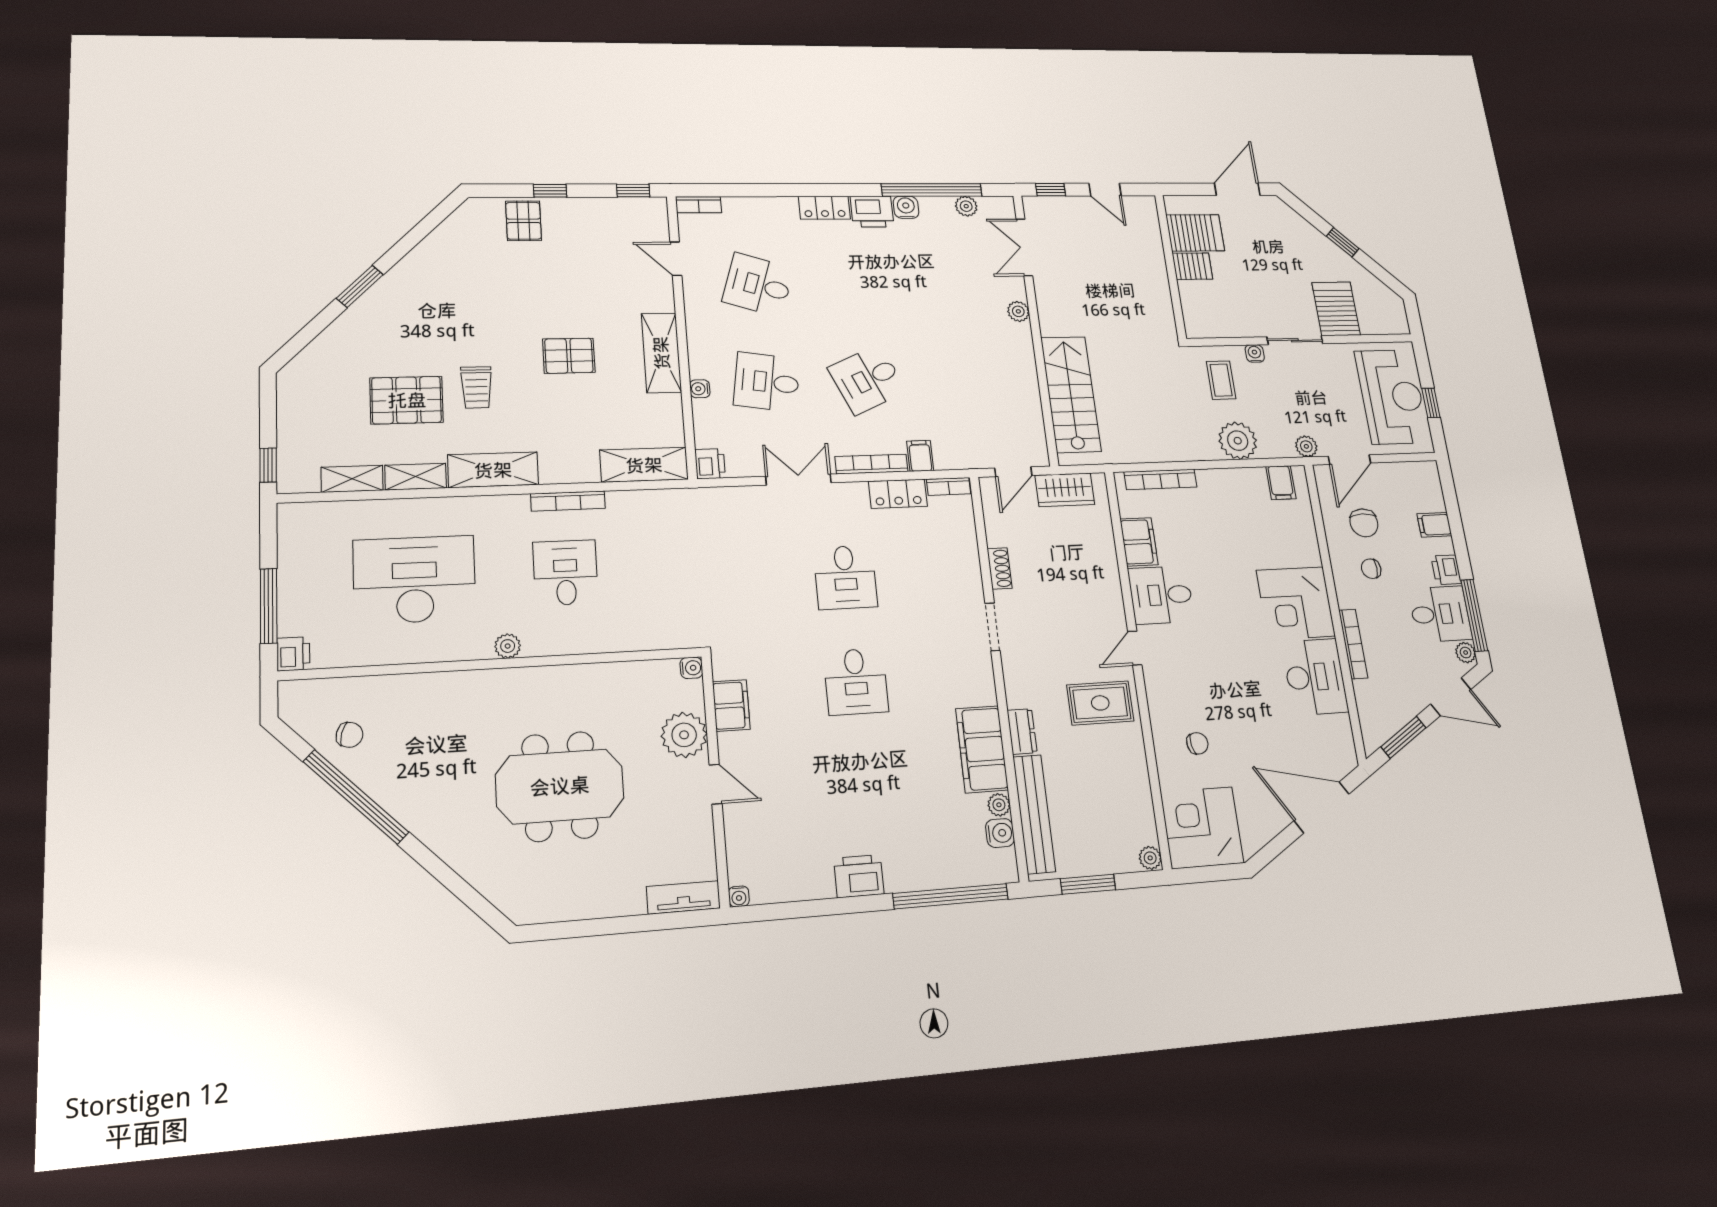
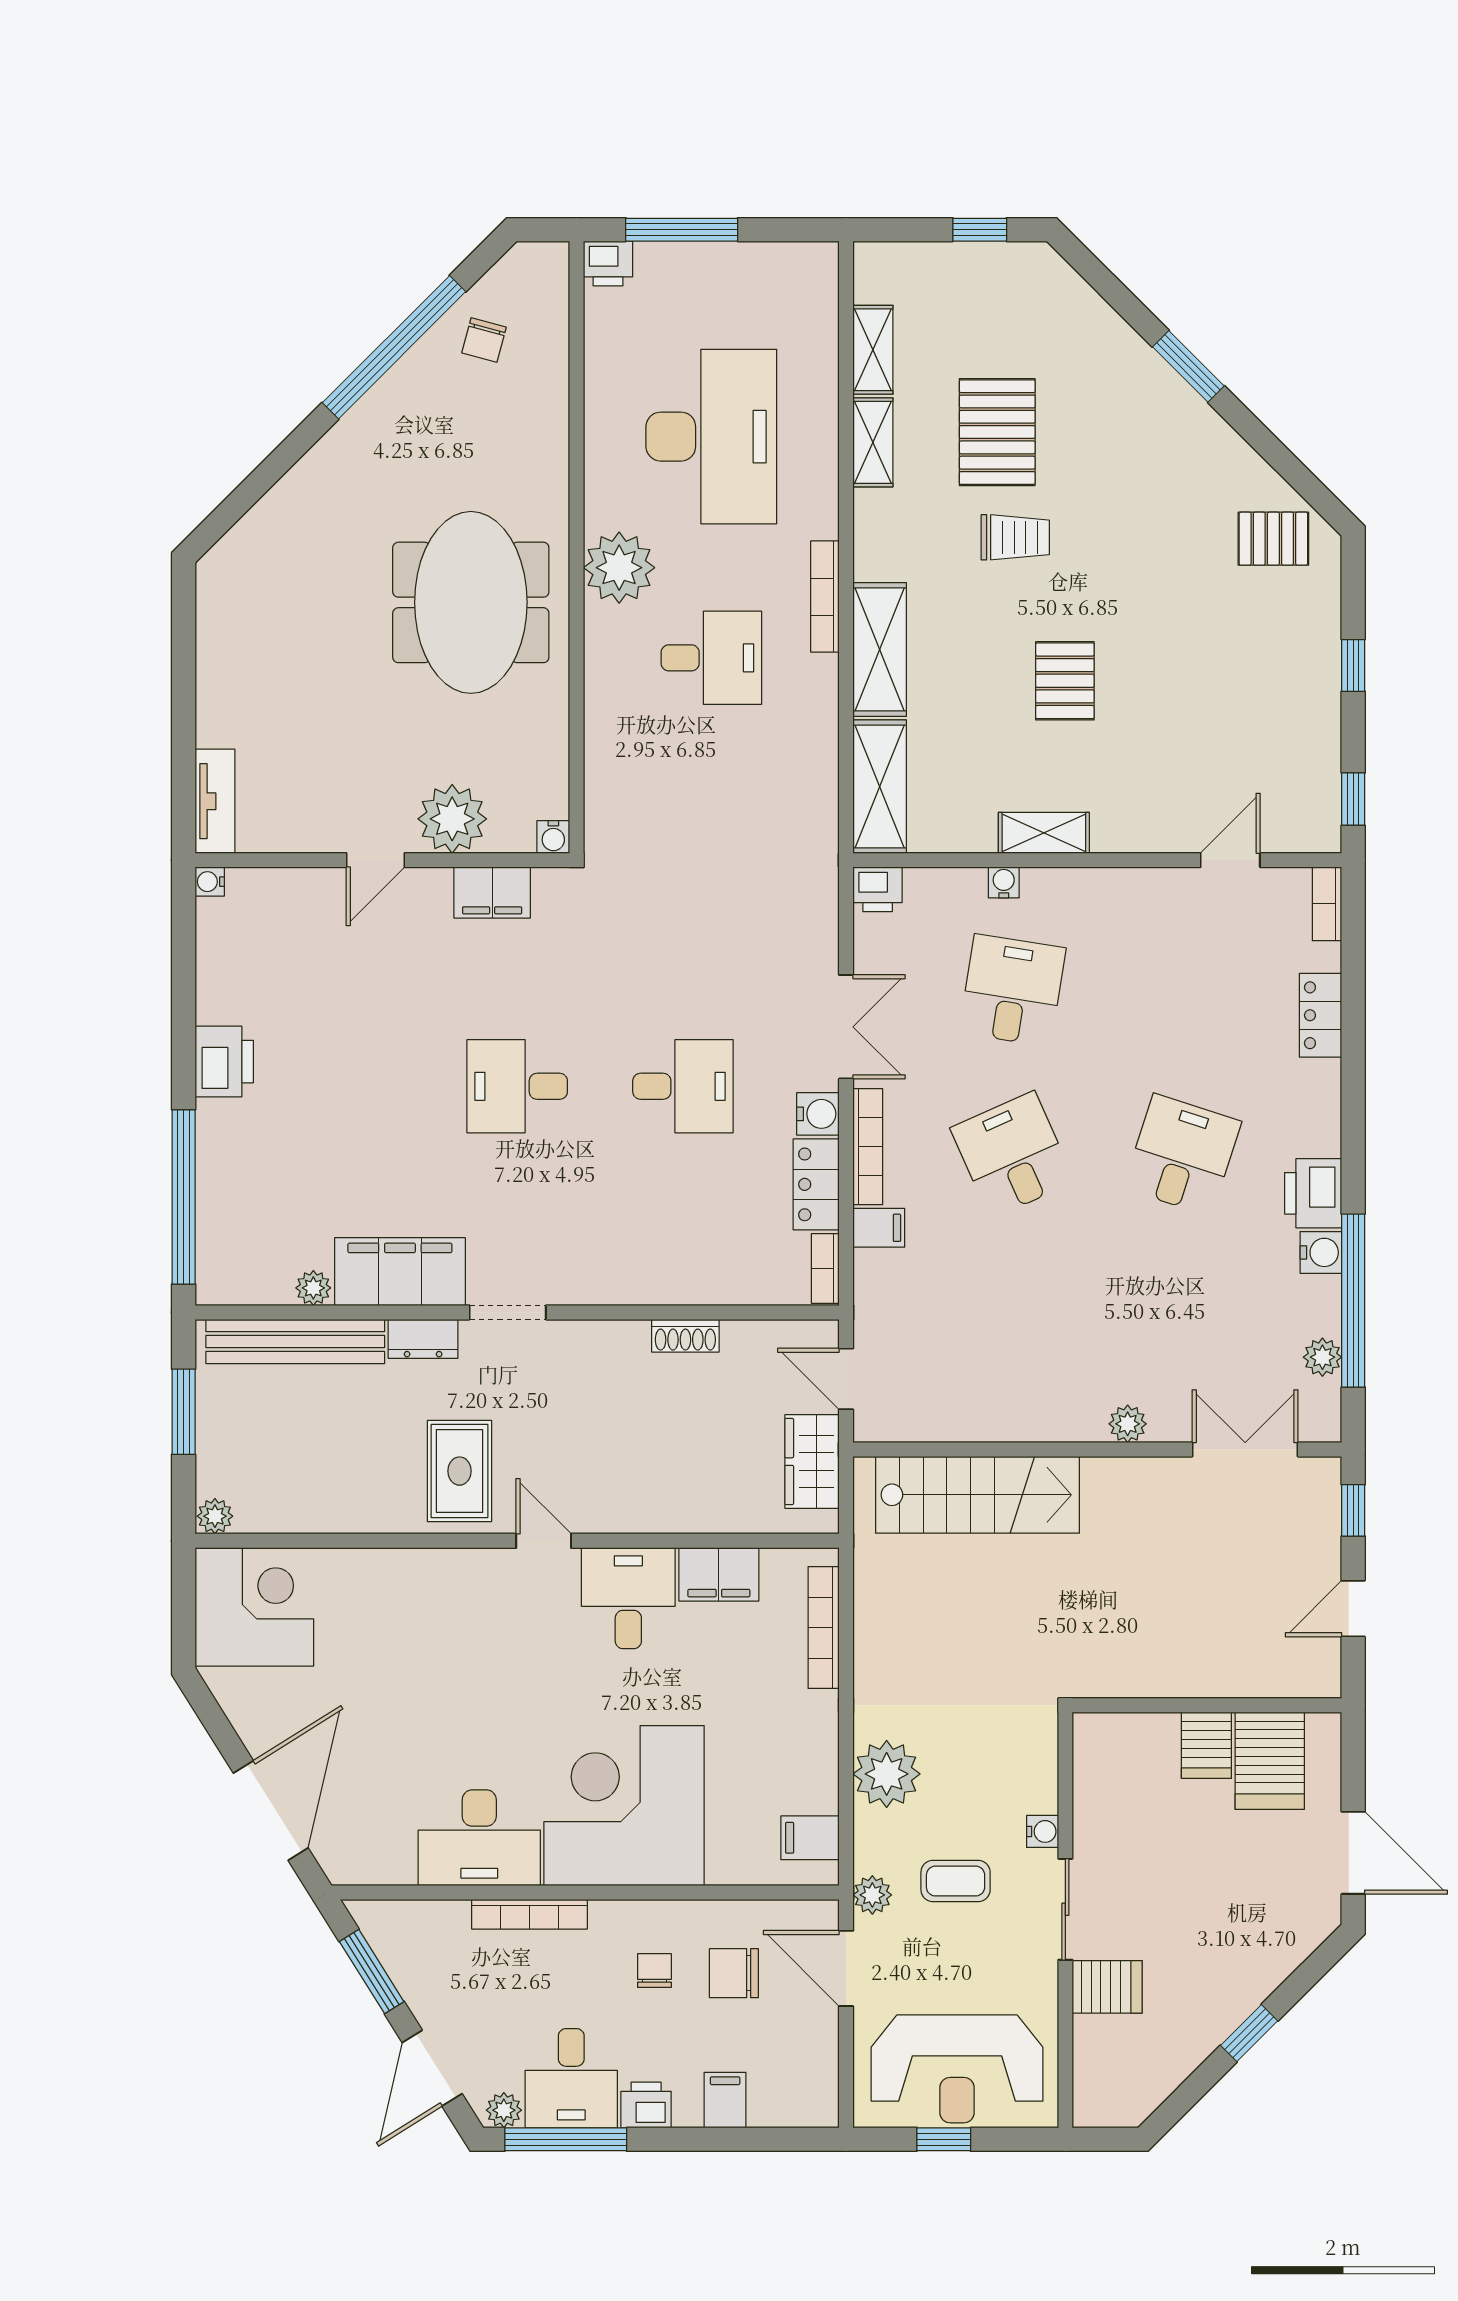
locker: (824, 208) -> (1321, 1015), moved
pallet: (524, 221) -> (1273, 539), moved
desk: (758, 285) -> (1182, 1155), moved
server rack: (1336, 309) -> (1107, 1987), width x0.73, depth x0.70
shelving: (661, 353) -> (1044, 833), width x0.67, depth x0.75
coffee table: (1221, 380) -> (956, 1881), moved
trolley: (476, 387) -> (1015, 537), turned 180
window: (268, 465) -> (980, 230), moved
shelving: (493, 470) -> (880, 649), moved
bookcase: (568, 501) -> (825, 597), moved
desk: (845, 577) -> (683, 1086), turned 180
corner desk: (1296, 603) -> (624, 1806), width x1.36, depth x1.36
doorway: (993, 627) -> (508, 1312), moved
plant: (508, 646) -> (619, 568), width x1.87, depth x1.87
chair: (1197, 743) -> (385, 1621), removed
meeting table: (560, 786) -> (471, 602), moved
water cooler: (1000, 833) -> (818, 1114), moved, turned -90

